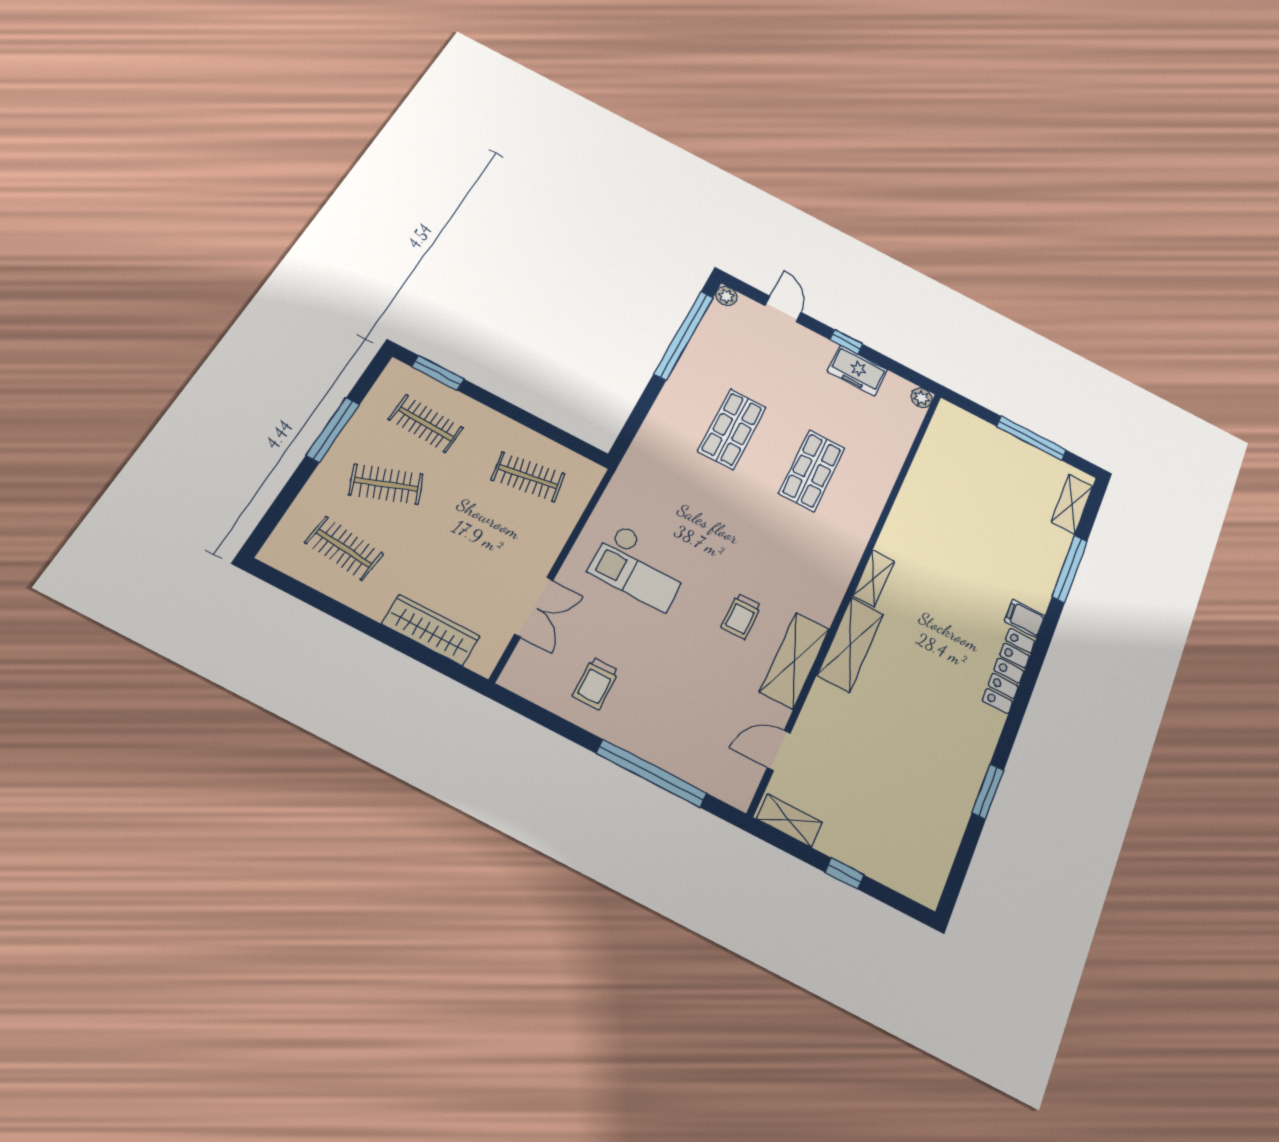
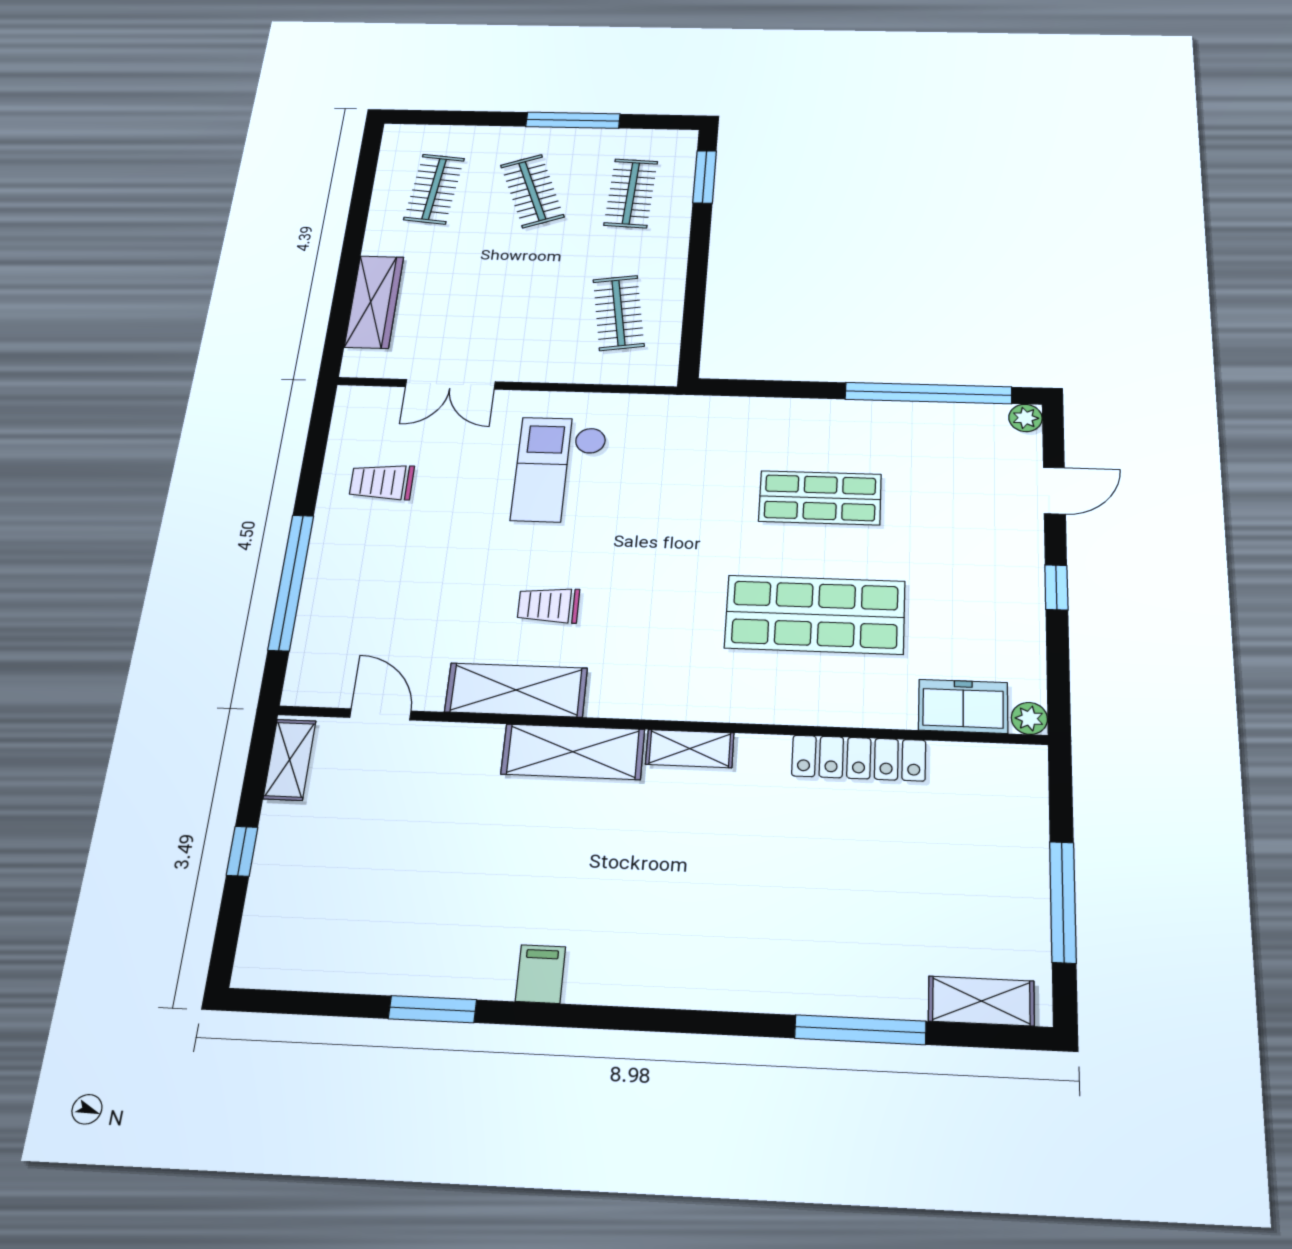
freezer: (857, 371) -> (963, 706), moved, turned 90
shop shelf: (812, 471) -> (815, 614), width x1.43, depth x1.36
filing cabinet: (1025, 618) -> (540, 974), moved
locker: (1009, 671) -> (859, 758), moved, turned 180

